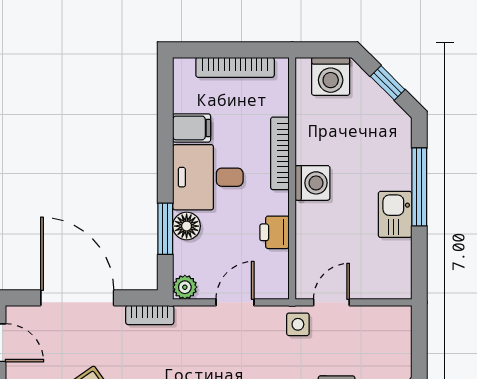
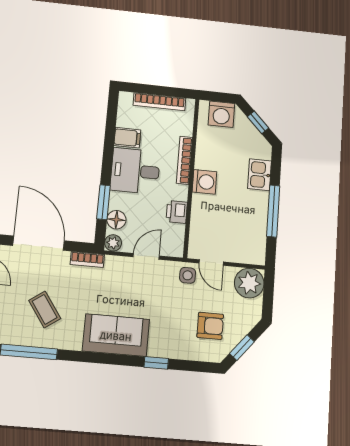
window: (419, 187) -> (273, 211), moved
kitchen sink: (395, 214) -> (259, 175), moved
floor lamp: (187, 226) -> (116, 220), moved
door: (331, 302) -> (211, 263), swing flipped
plant: (390, 327) -> (249, 283), added

